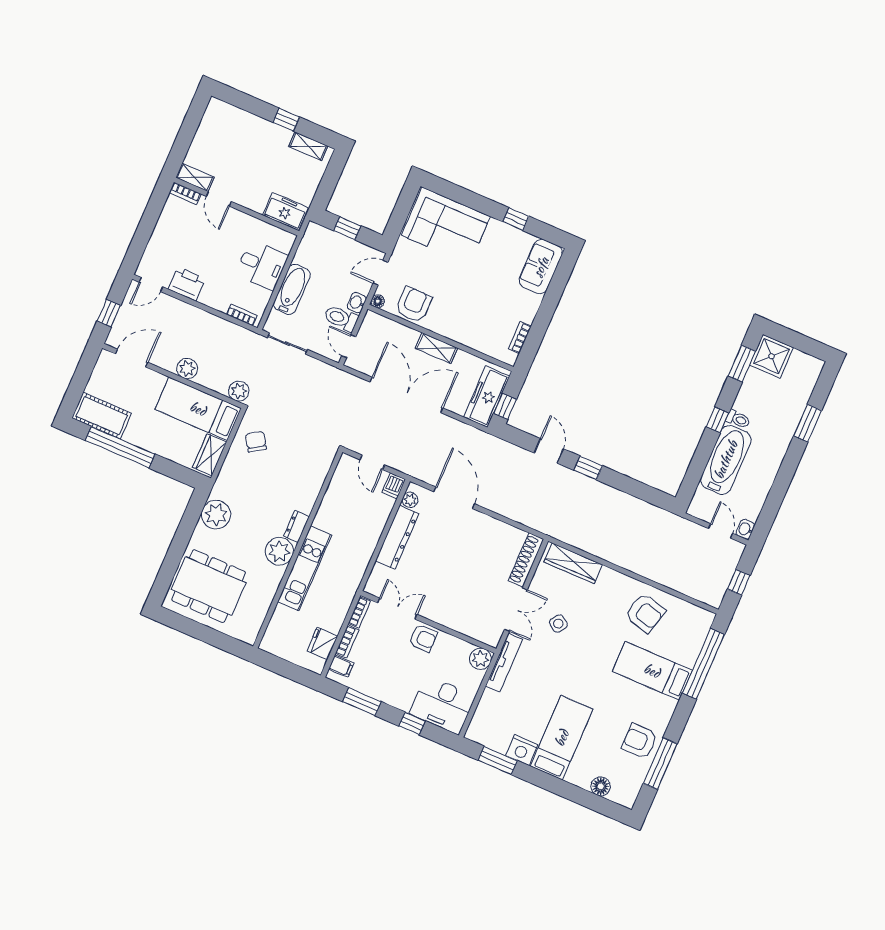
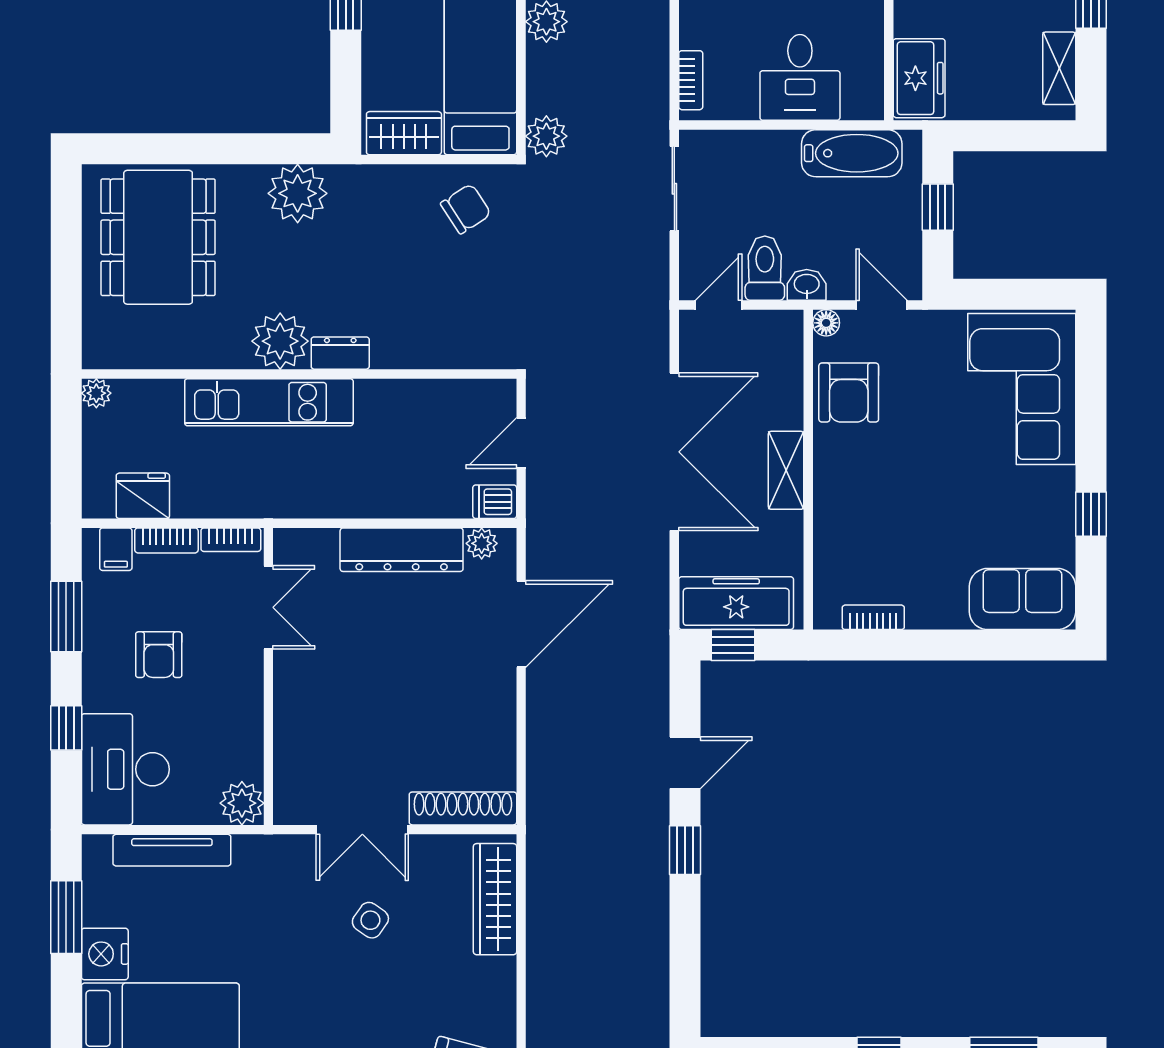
bathtub: (292, 289) -> (852, 153), moved
armchair: (414, 305) -> (849, 392), turned 90
armchair: (423, 638) -> (159, 655), moved
plant: (267, 644) -> (96, 393), added
tv unit: (504, 663) -> (172, 850), moved

